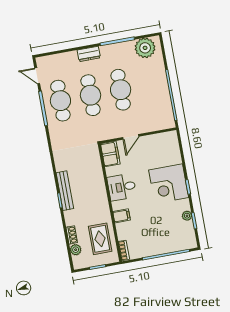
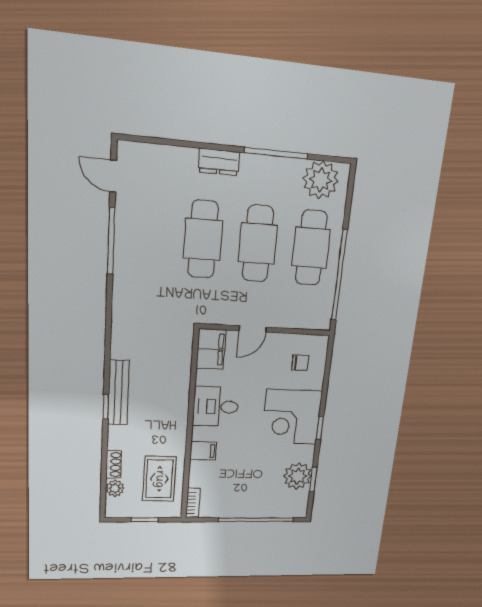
cafe table: (60, 101) -> (311, 248), moved
chair: (164, 150) -> (300, 363), added
plant: (187, 216) -> (298, 476), width x1.87, depth x1.87

